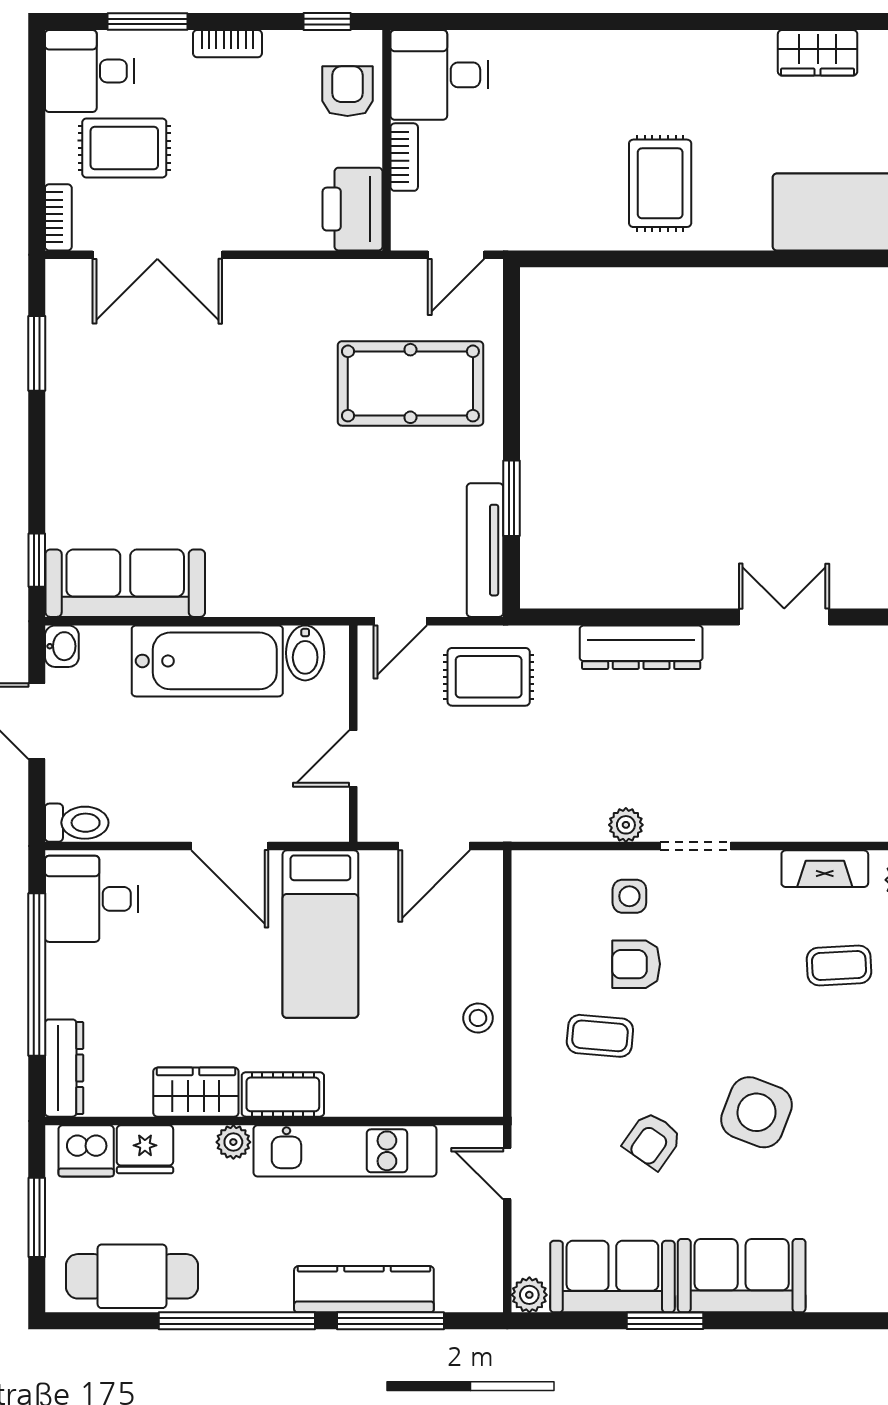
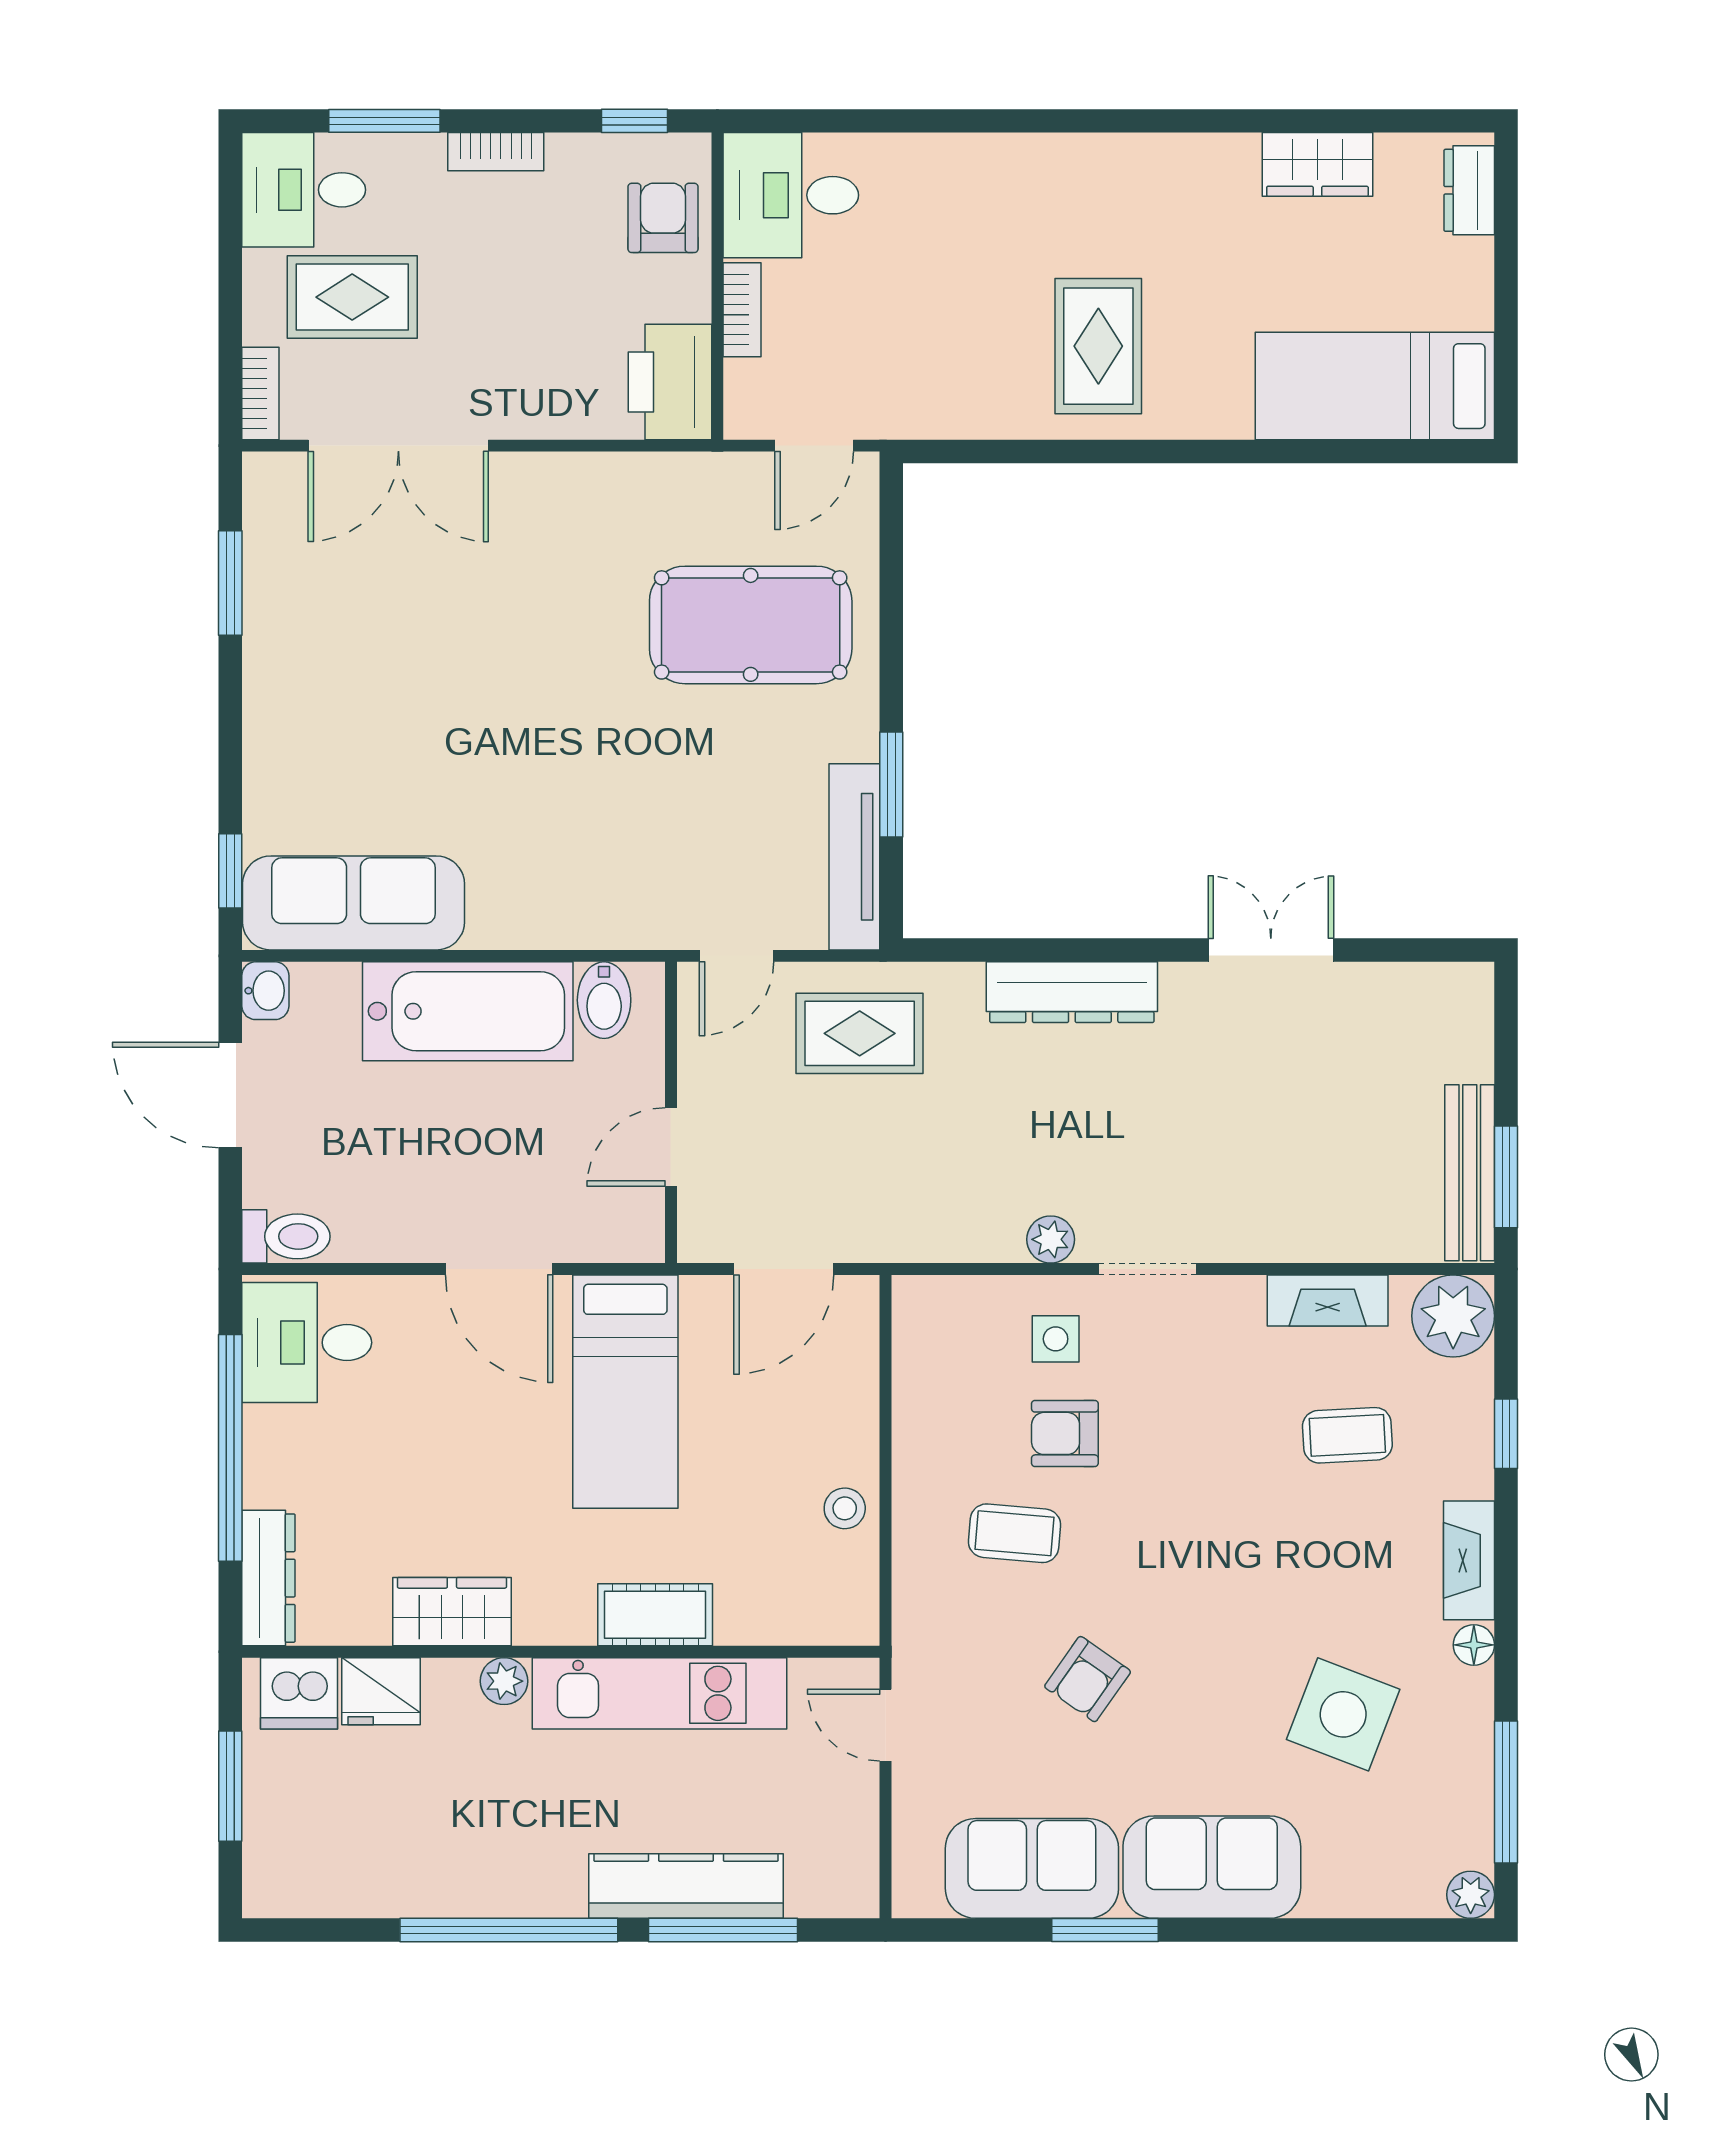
cot: (283, 1094) -> (655, 1615), moved
side table: (757, 1112) -> (1343, 1714), moved
cafe table: (132, 1276) -> (363, 1868), removed
plant: (529, 1295) -> (916, 1894), removed

